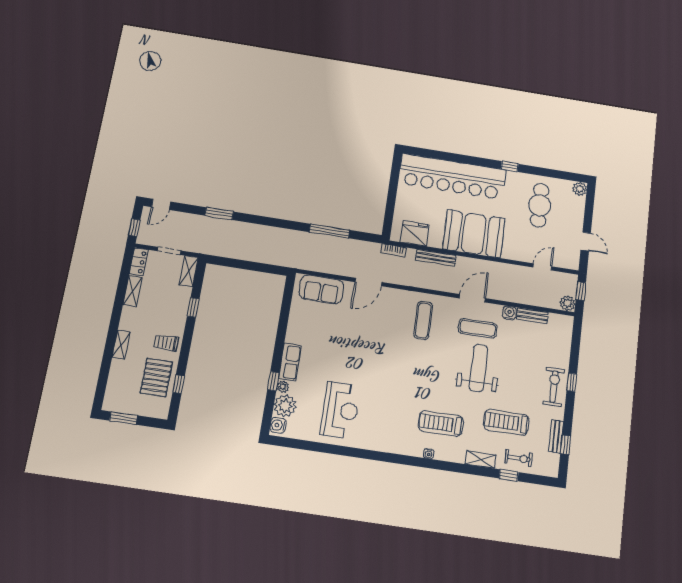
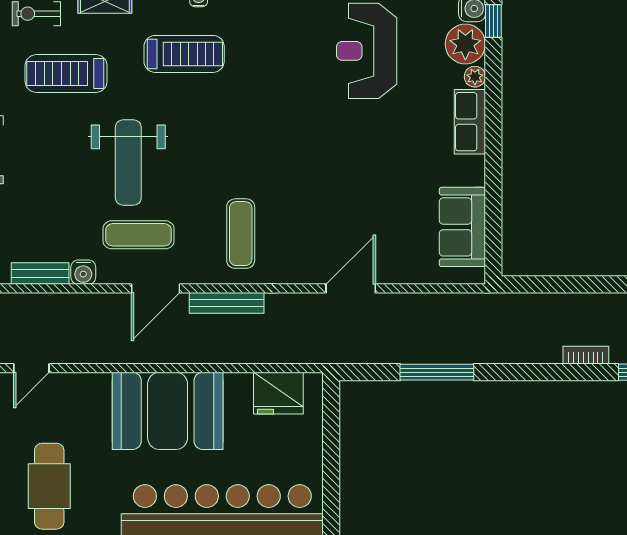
bookcase: (394, 250) -> (586, 355), moved
bench: (436, 258) -> (227, 303), moved
sofa: (321, 289) -> (462, 227), moved, turned -90
window: (273, 381) -> (493, 21), moved
treadmill: (506, 422) -> (66, 74), turned 180

